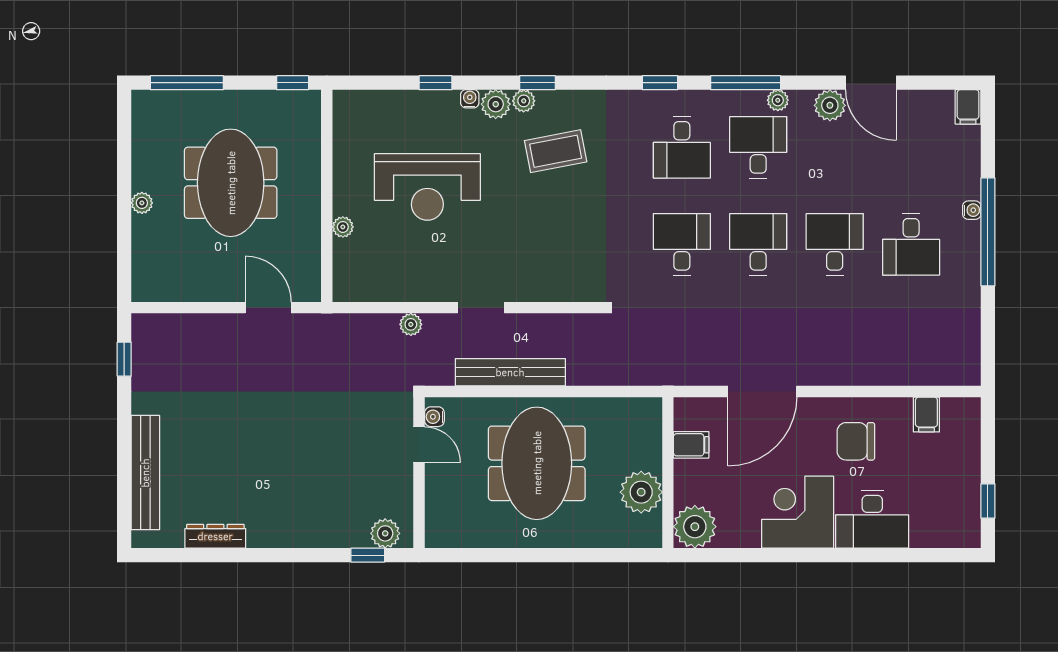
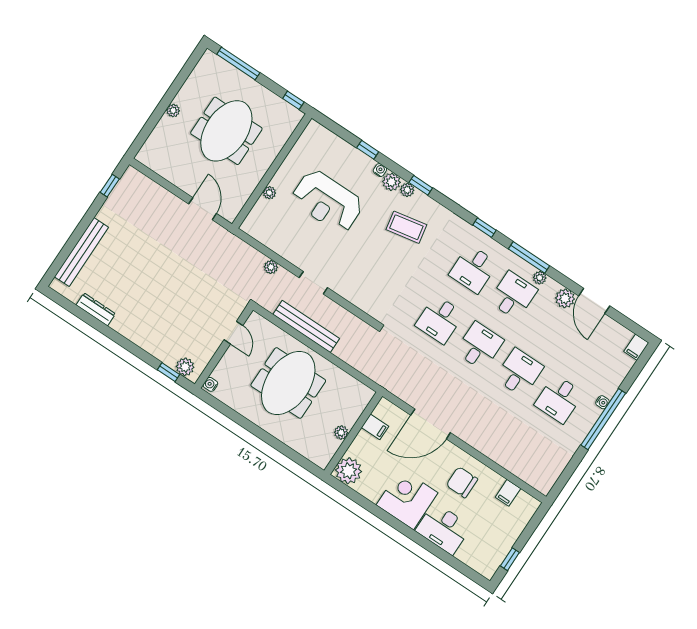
desk: (682, 244) -> (440, 319), turned 180
water cooler: (434, 417) -> (210, 384), moved
plant: (641, 492) -> (341, 433), width x0.53, depth x0.53

